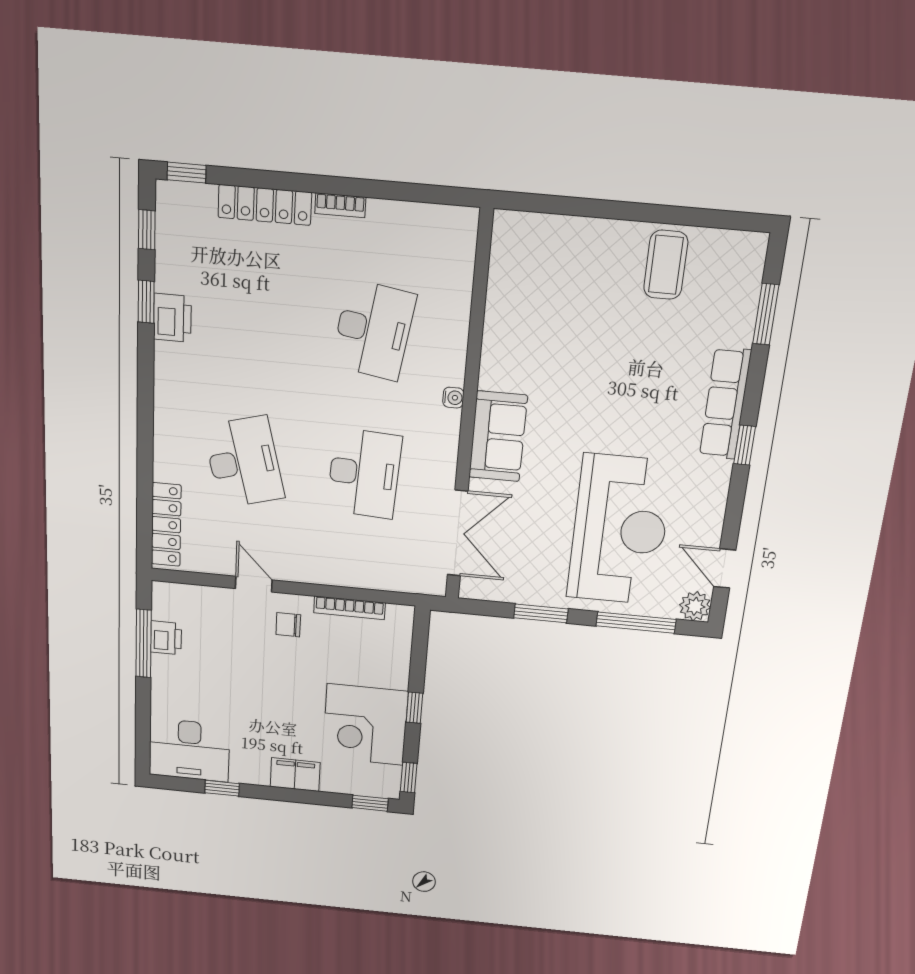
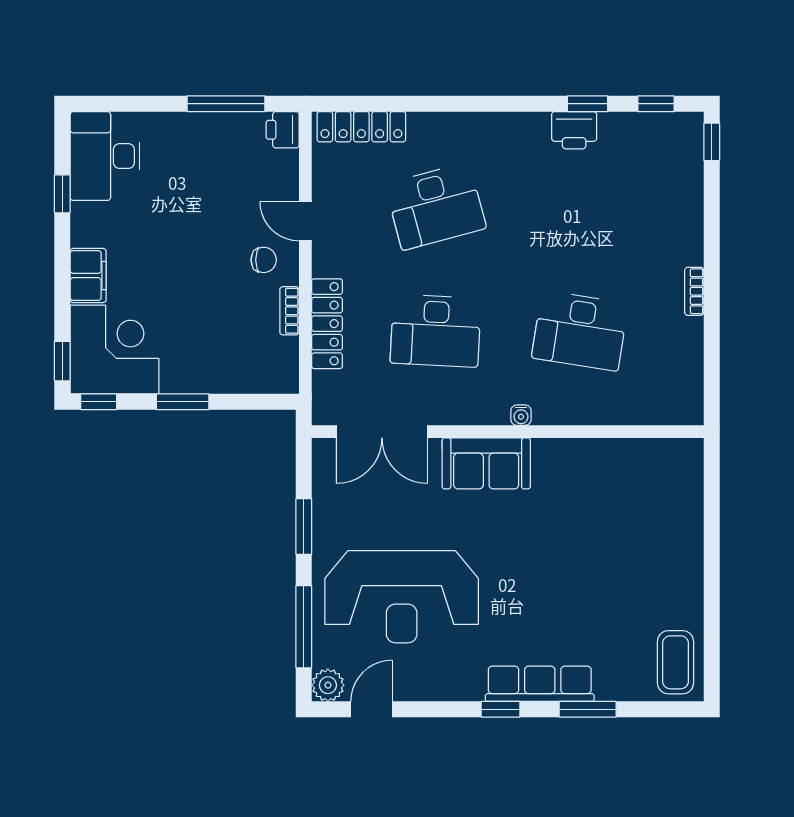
locker: (265, 205) -> (327, 324), moved, turned 180
coffee table: (666, 265) -> (675, 662), moved, turned 90
window: (766, 314) -> (588, 709), moved
door: (254, 584) -> (305, 221), swing flipped
bookcase: (349, 608) -> (289, 311), width x0.64
chair: (288, 625) -> (264, 260), turned 90
printer: (166, 638) -> (283, 130), moved, turned 90
window: (414, 708) -> (183, 402), width x1.50
corner desk: (365, 725) -> (114, 350), moved, turned 90

